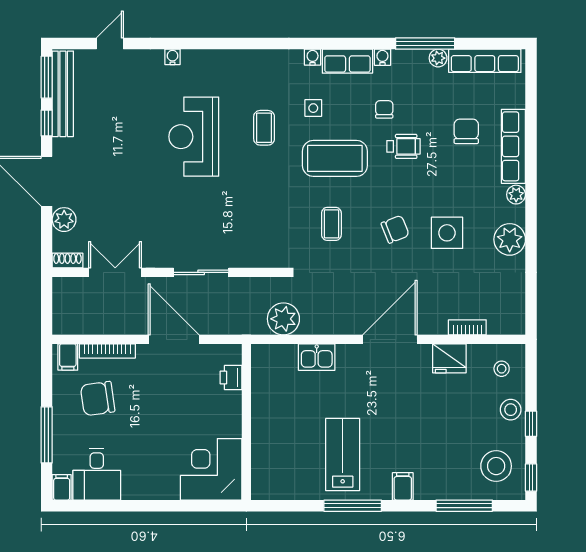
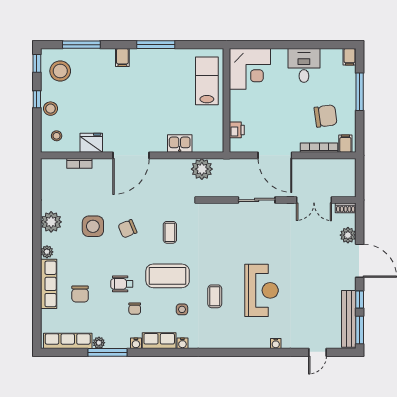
lab bench: (343, 455) -> (207, 81), moved, turned 180
desk: (97, 474) -> (304, 65), moved

